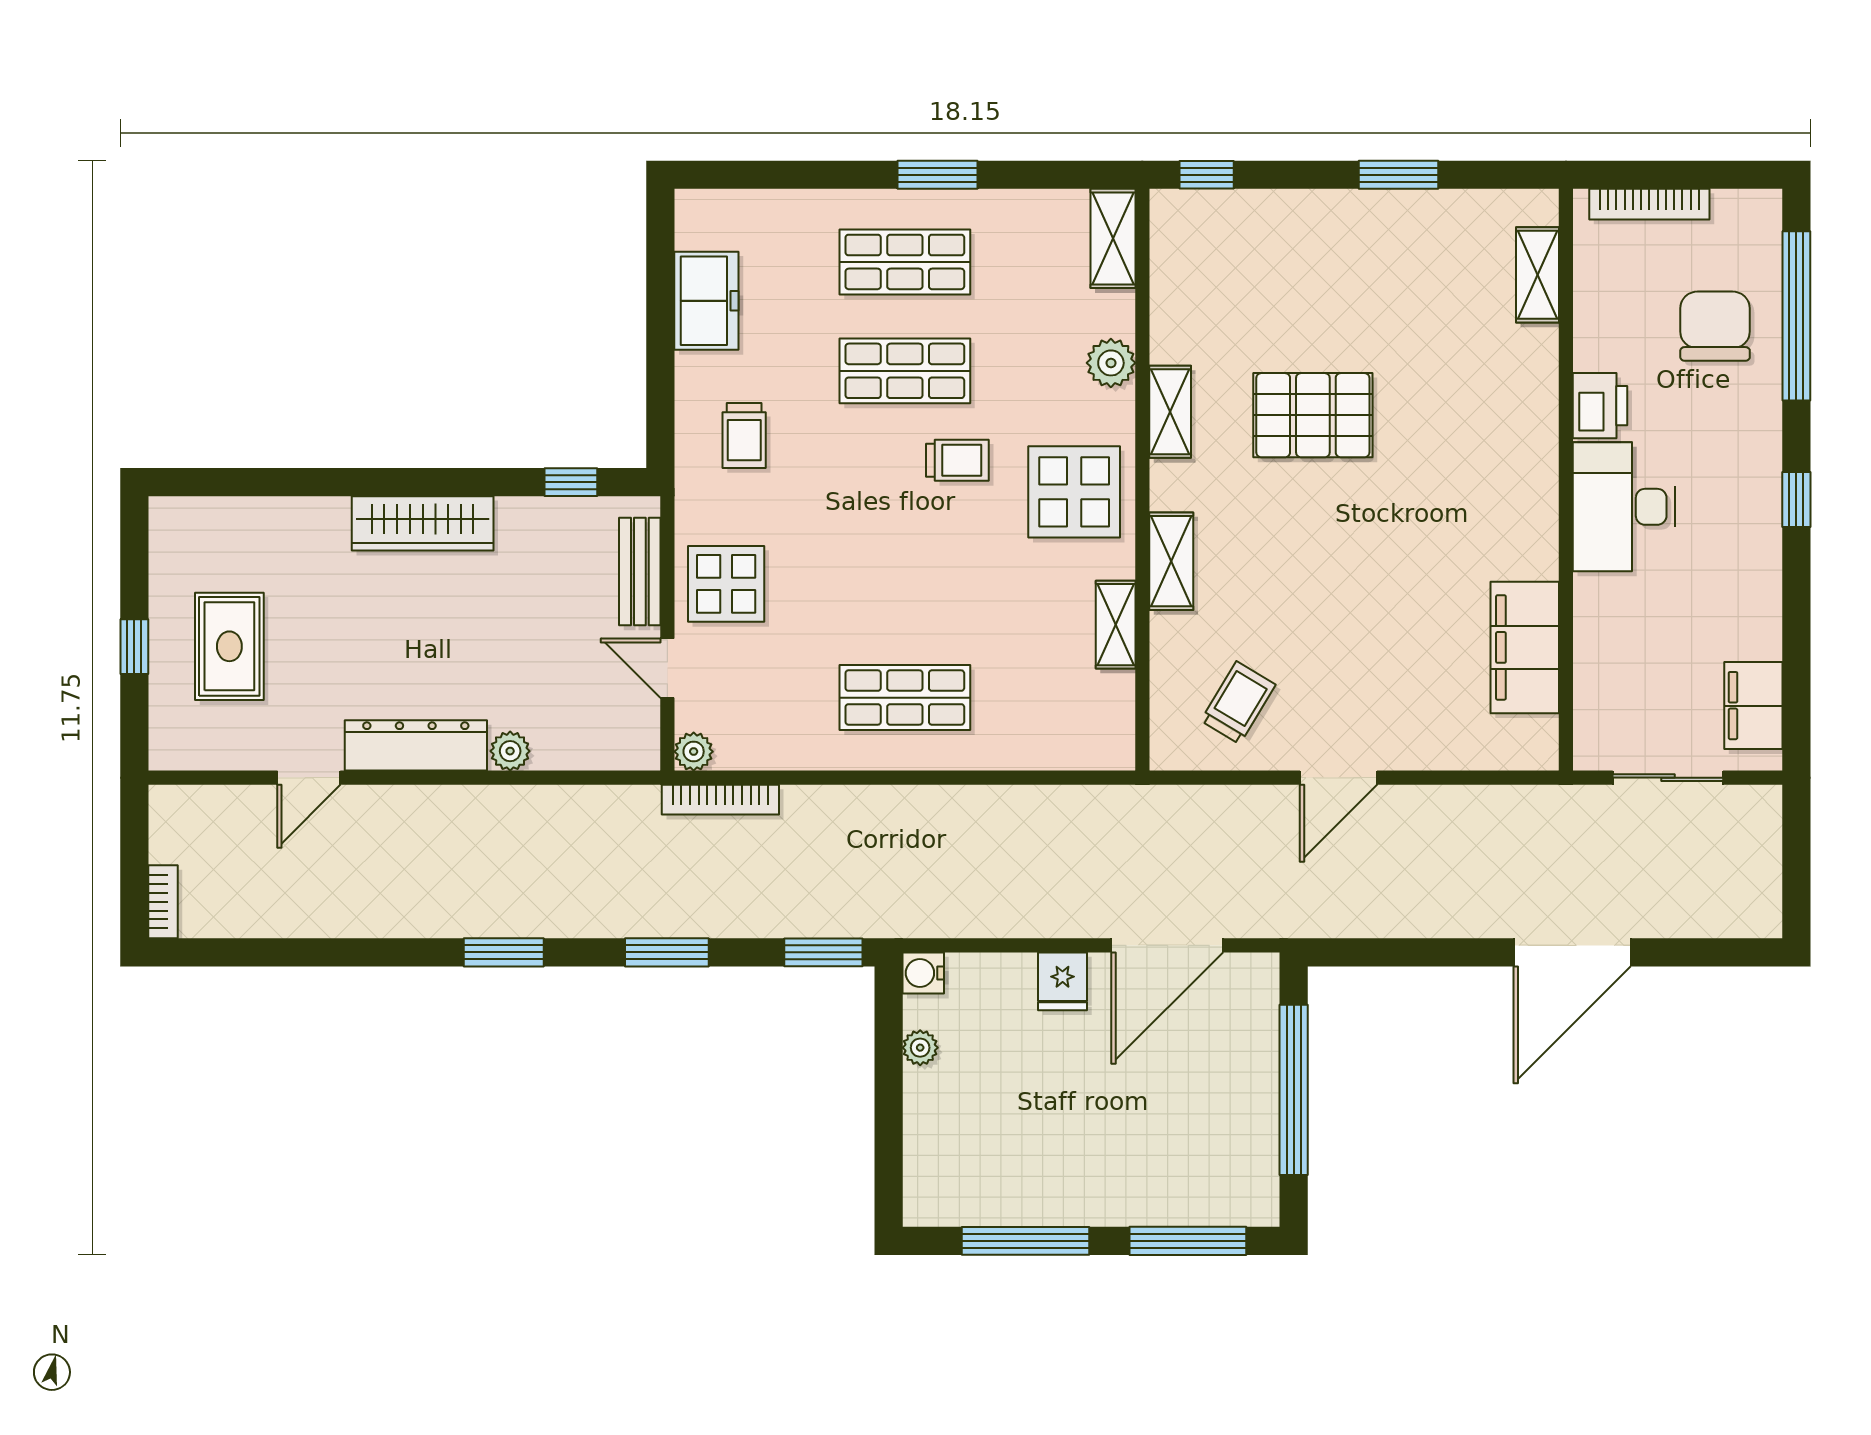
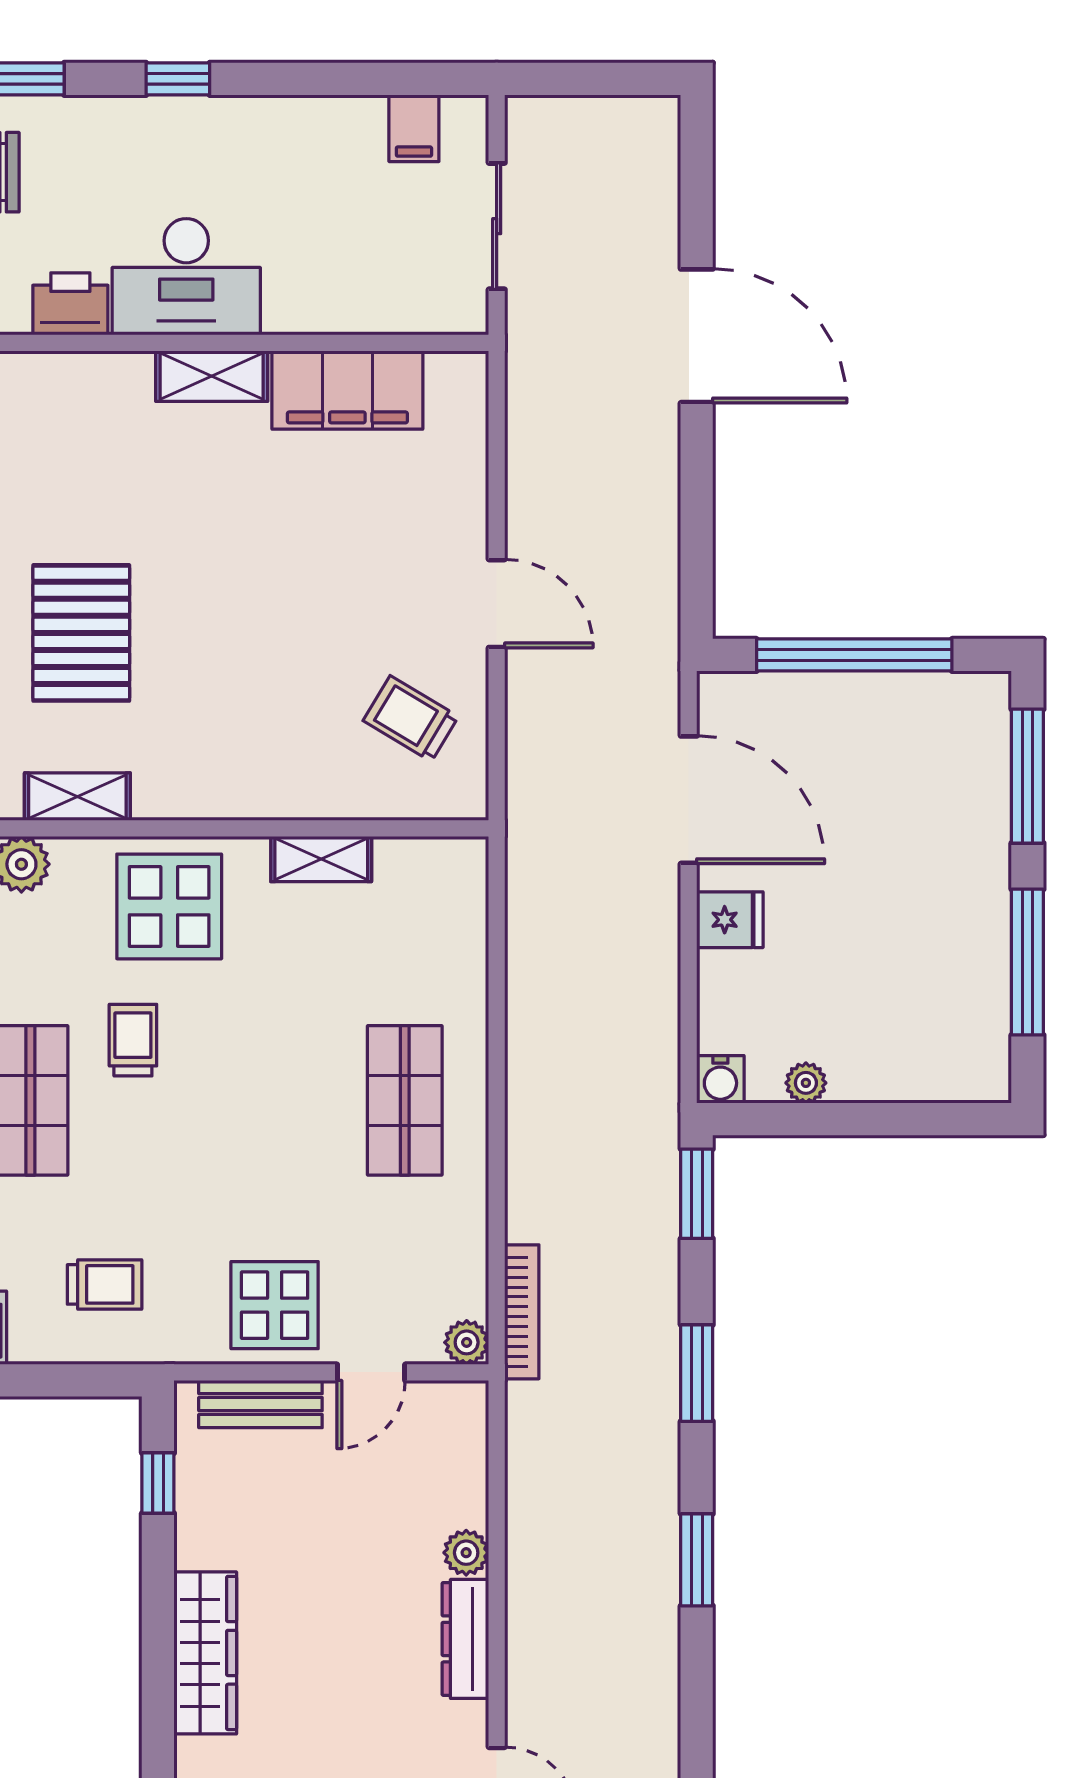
shelving: (1171, 561) -> (212, 376), moved
filing cabinet: (1753, 706) -> (414, 128), width x0.50
dresser: (416, 745) -> (465, 1639), width x0.73, depth x0.80

